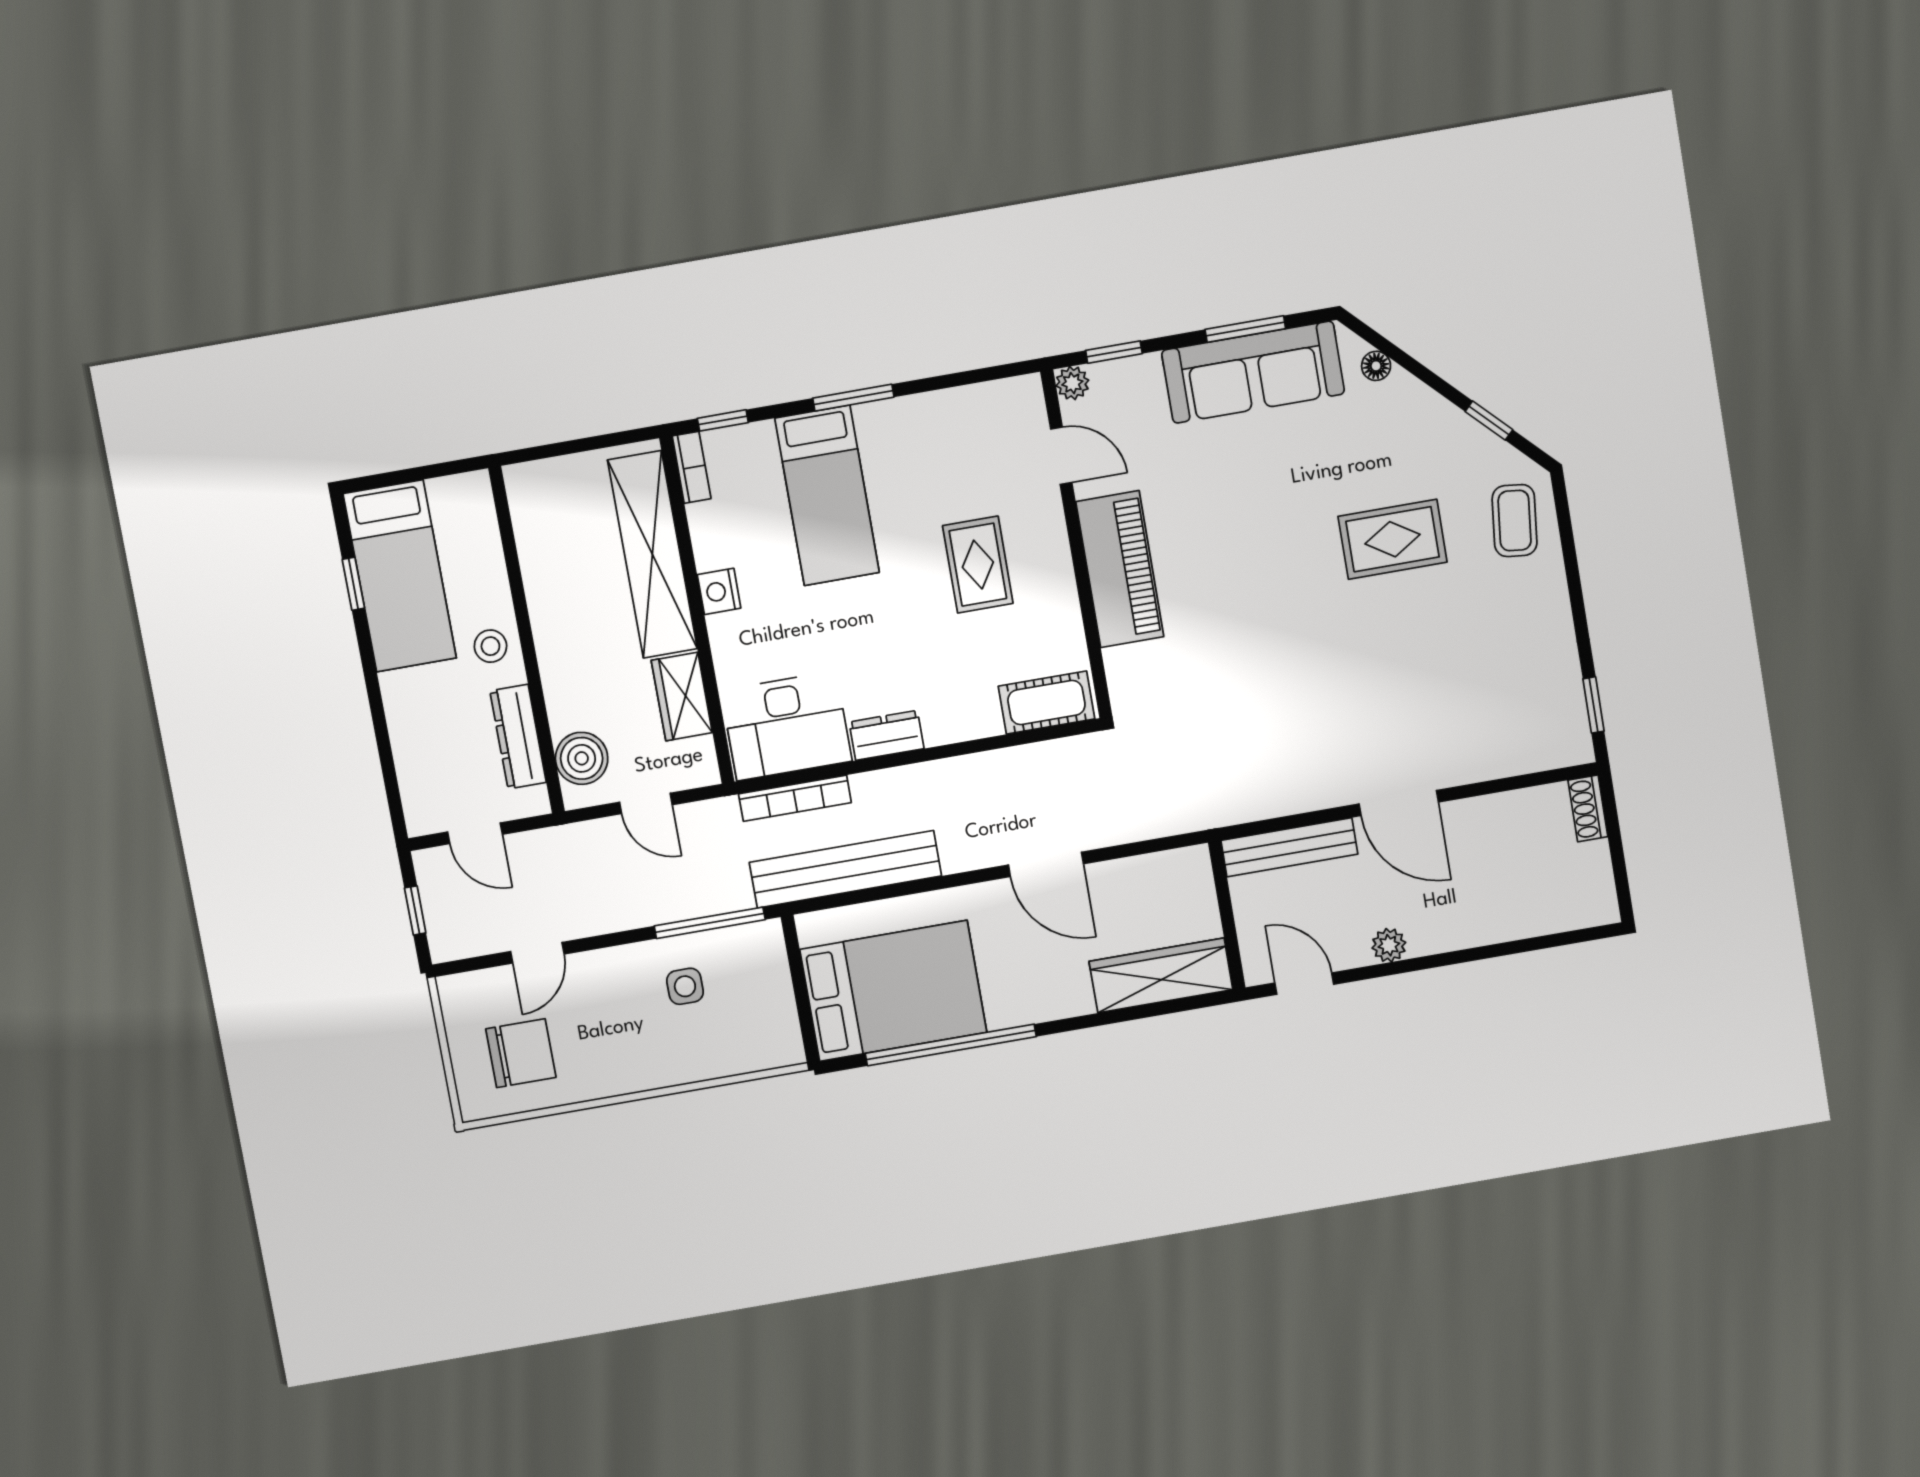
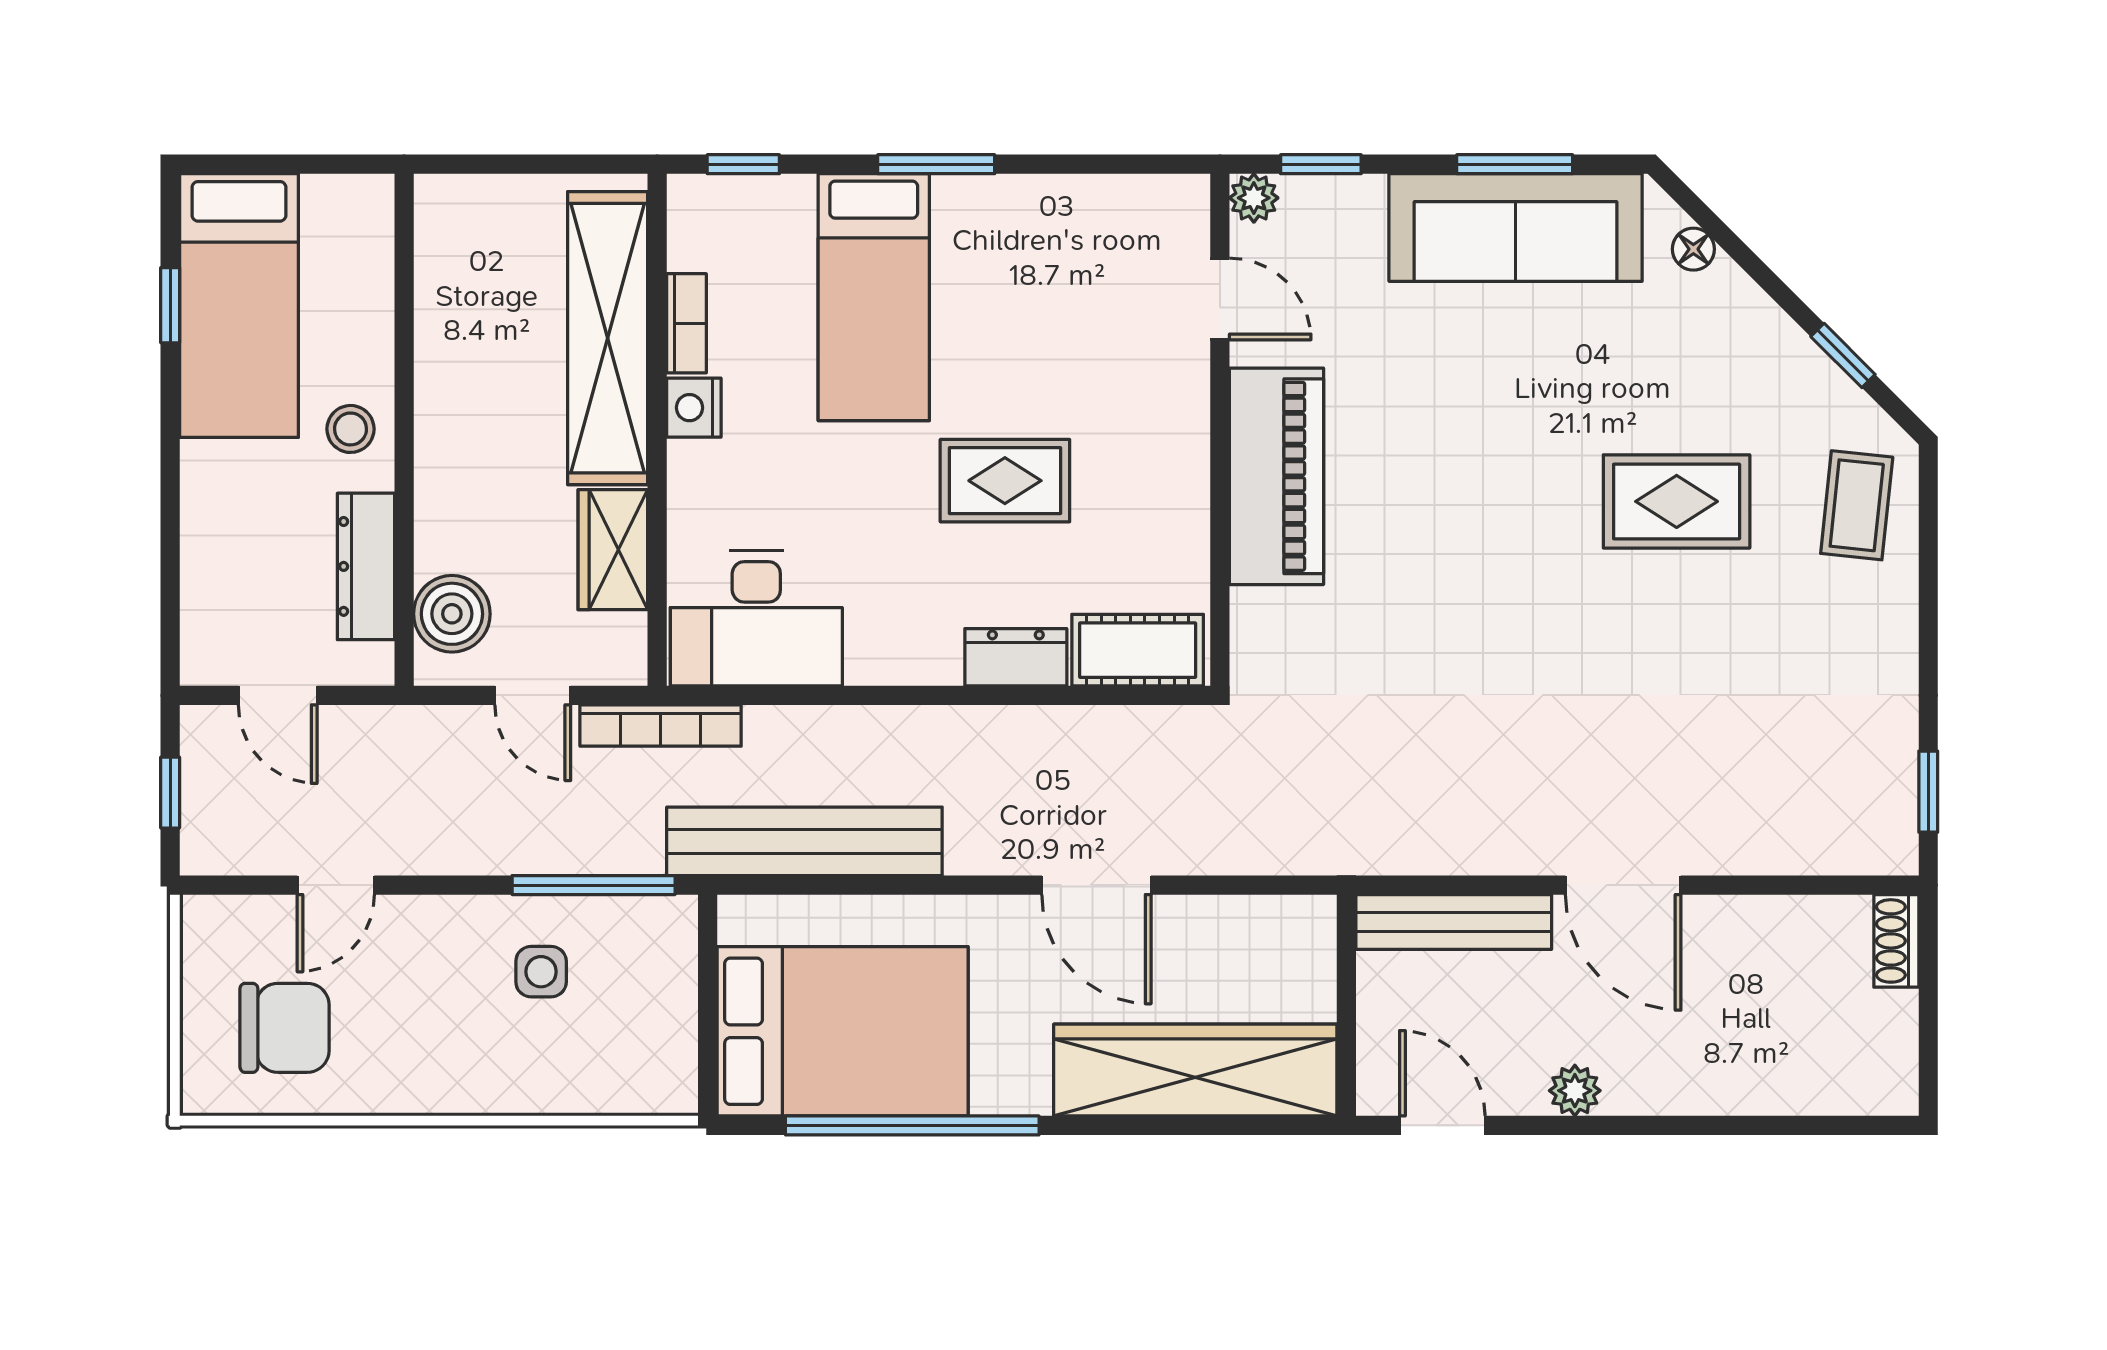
bookcase: (692, 467) -> (686, 323), moved
rug: (978, 565) -> (1005, 481), moved, turned 90
dresser: (887, 735) -> (1016, 657), moved
bookcase: (795, 798) -> (661, 726), moved
wardrobe: (1161, 975) -> (1195, 1070), width x1.40, depth x1.17

